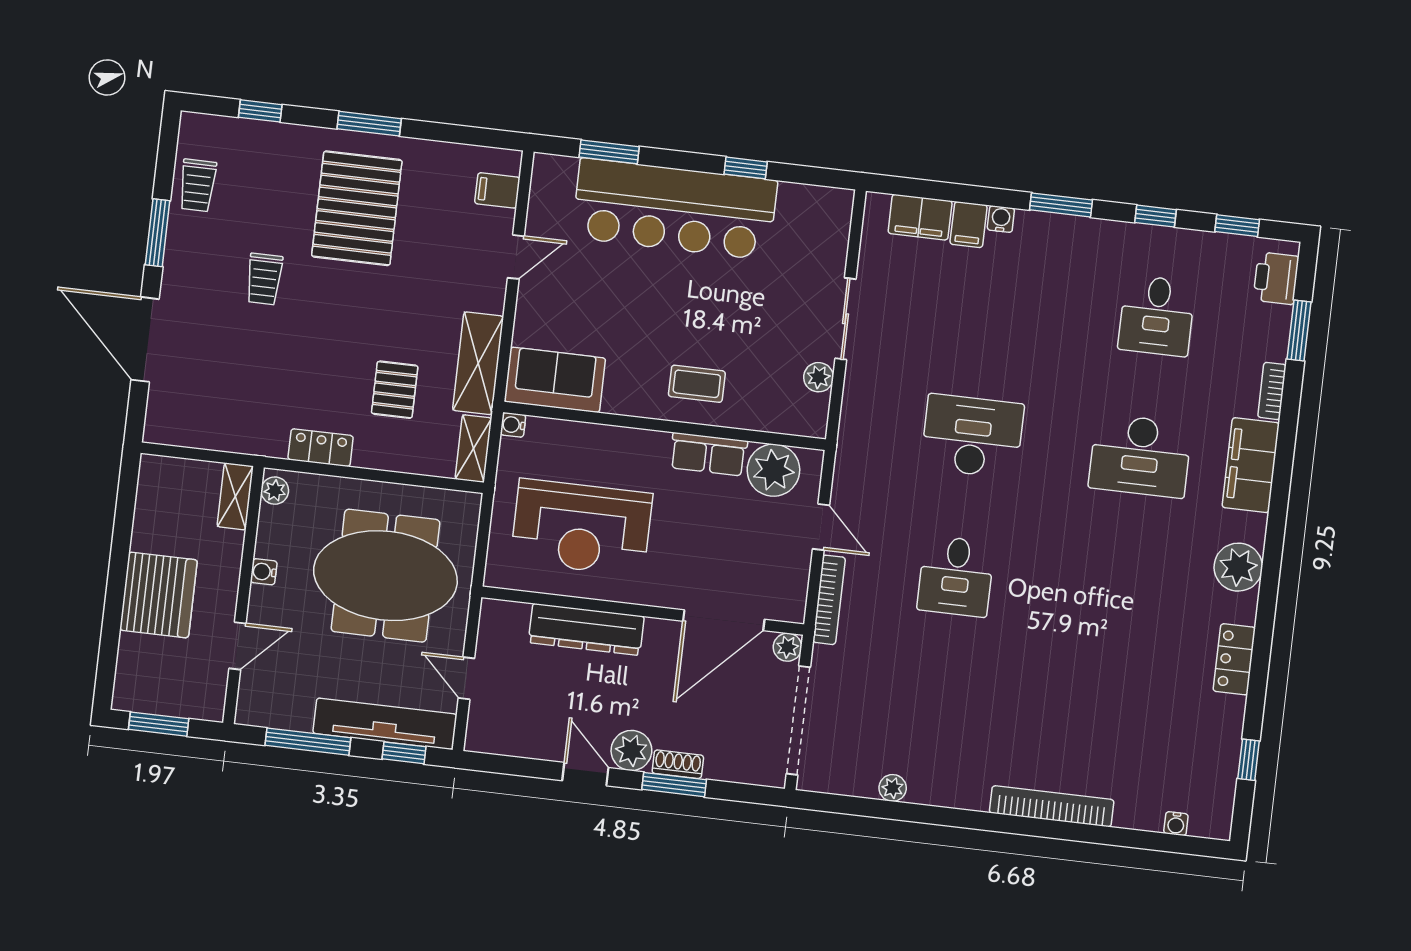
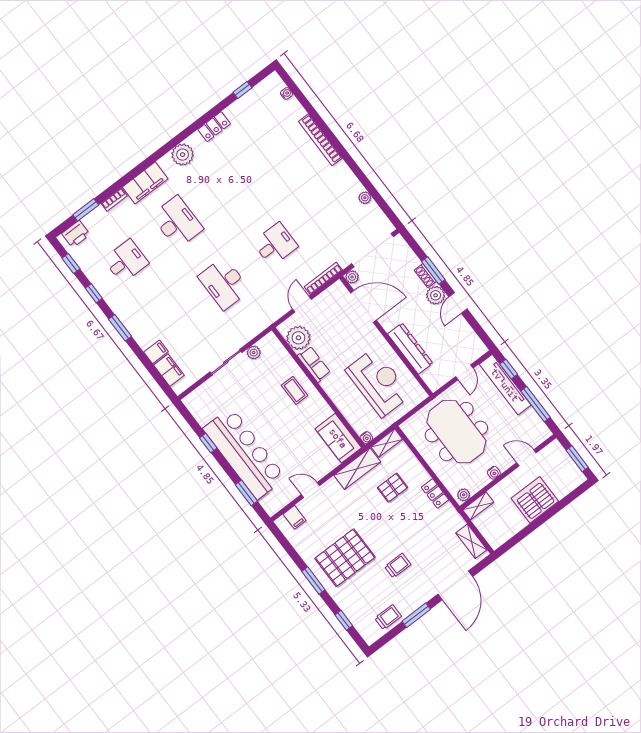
water cooler: (1001, 219) -> (144, 343), removed
shelving: (190, 432) -> (471, 541), added

